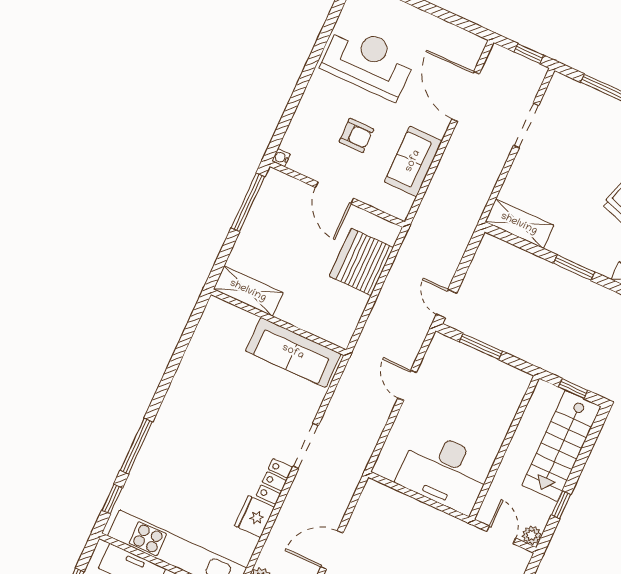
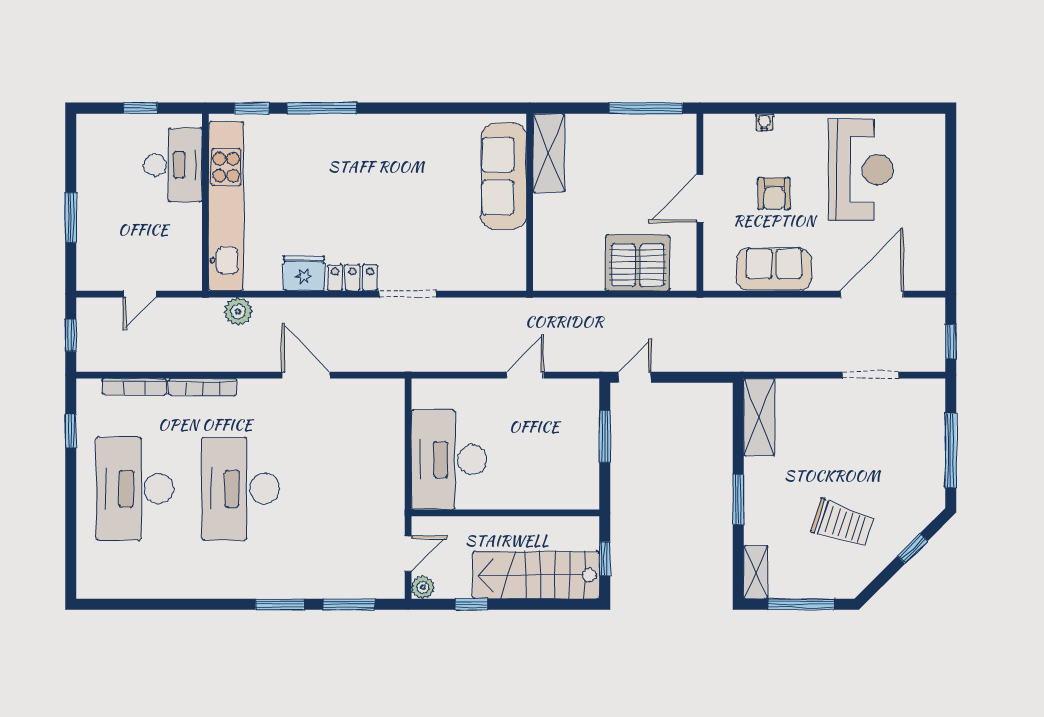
water cooler: (281, 158) -> (764, 122), moved
sofa: (293, 352) -> (504, 176), moved

